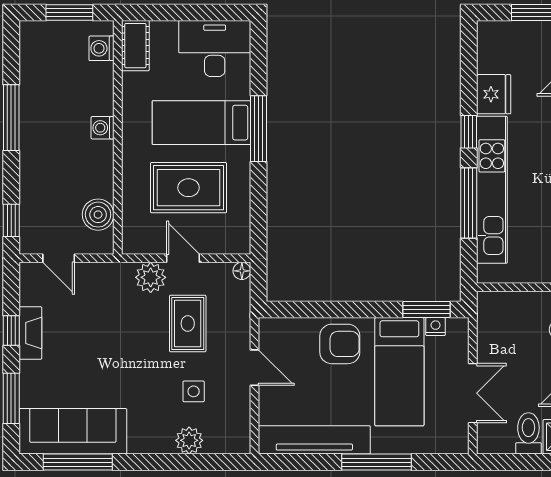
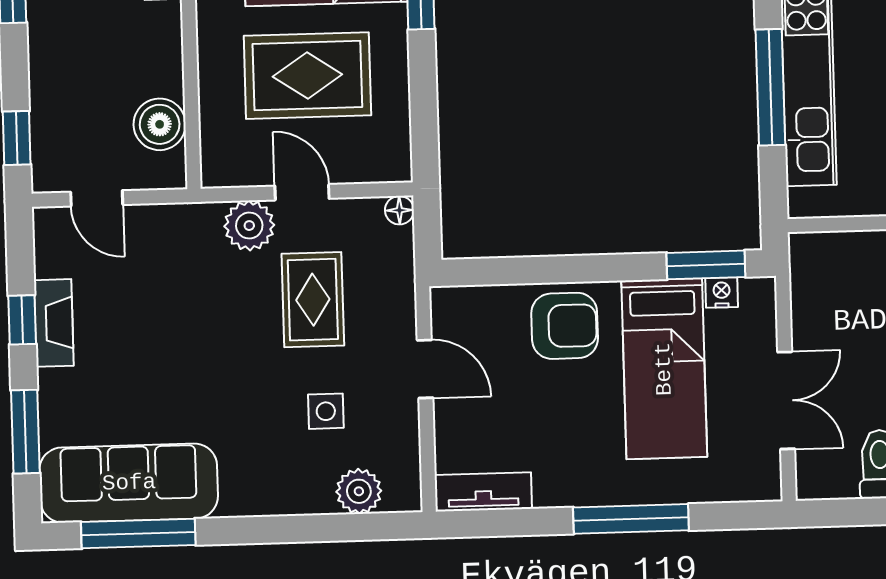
plant: (189, 440) -> (359, 491), moved
tv unit: (314, 440) -> (483, 492), width x0.52, depth x0.78

